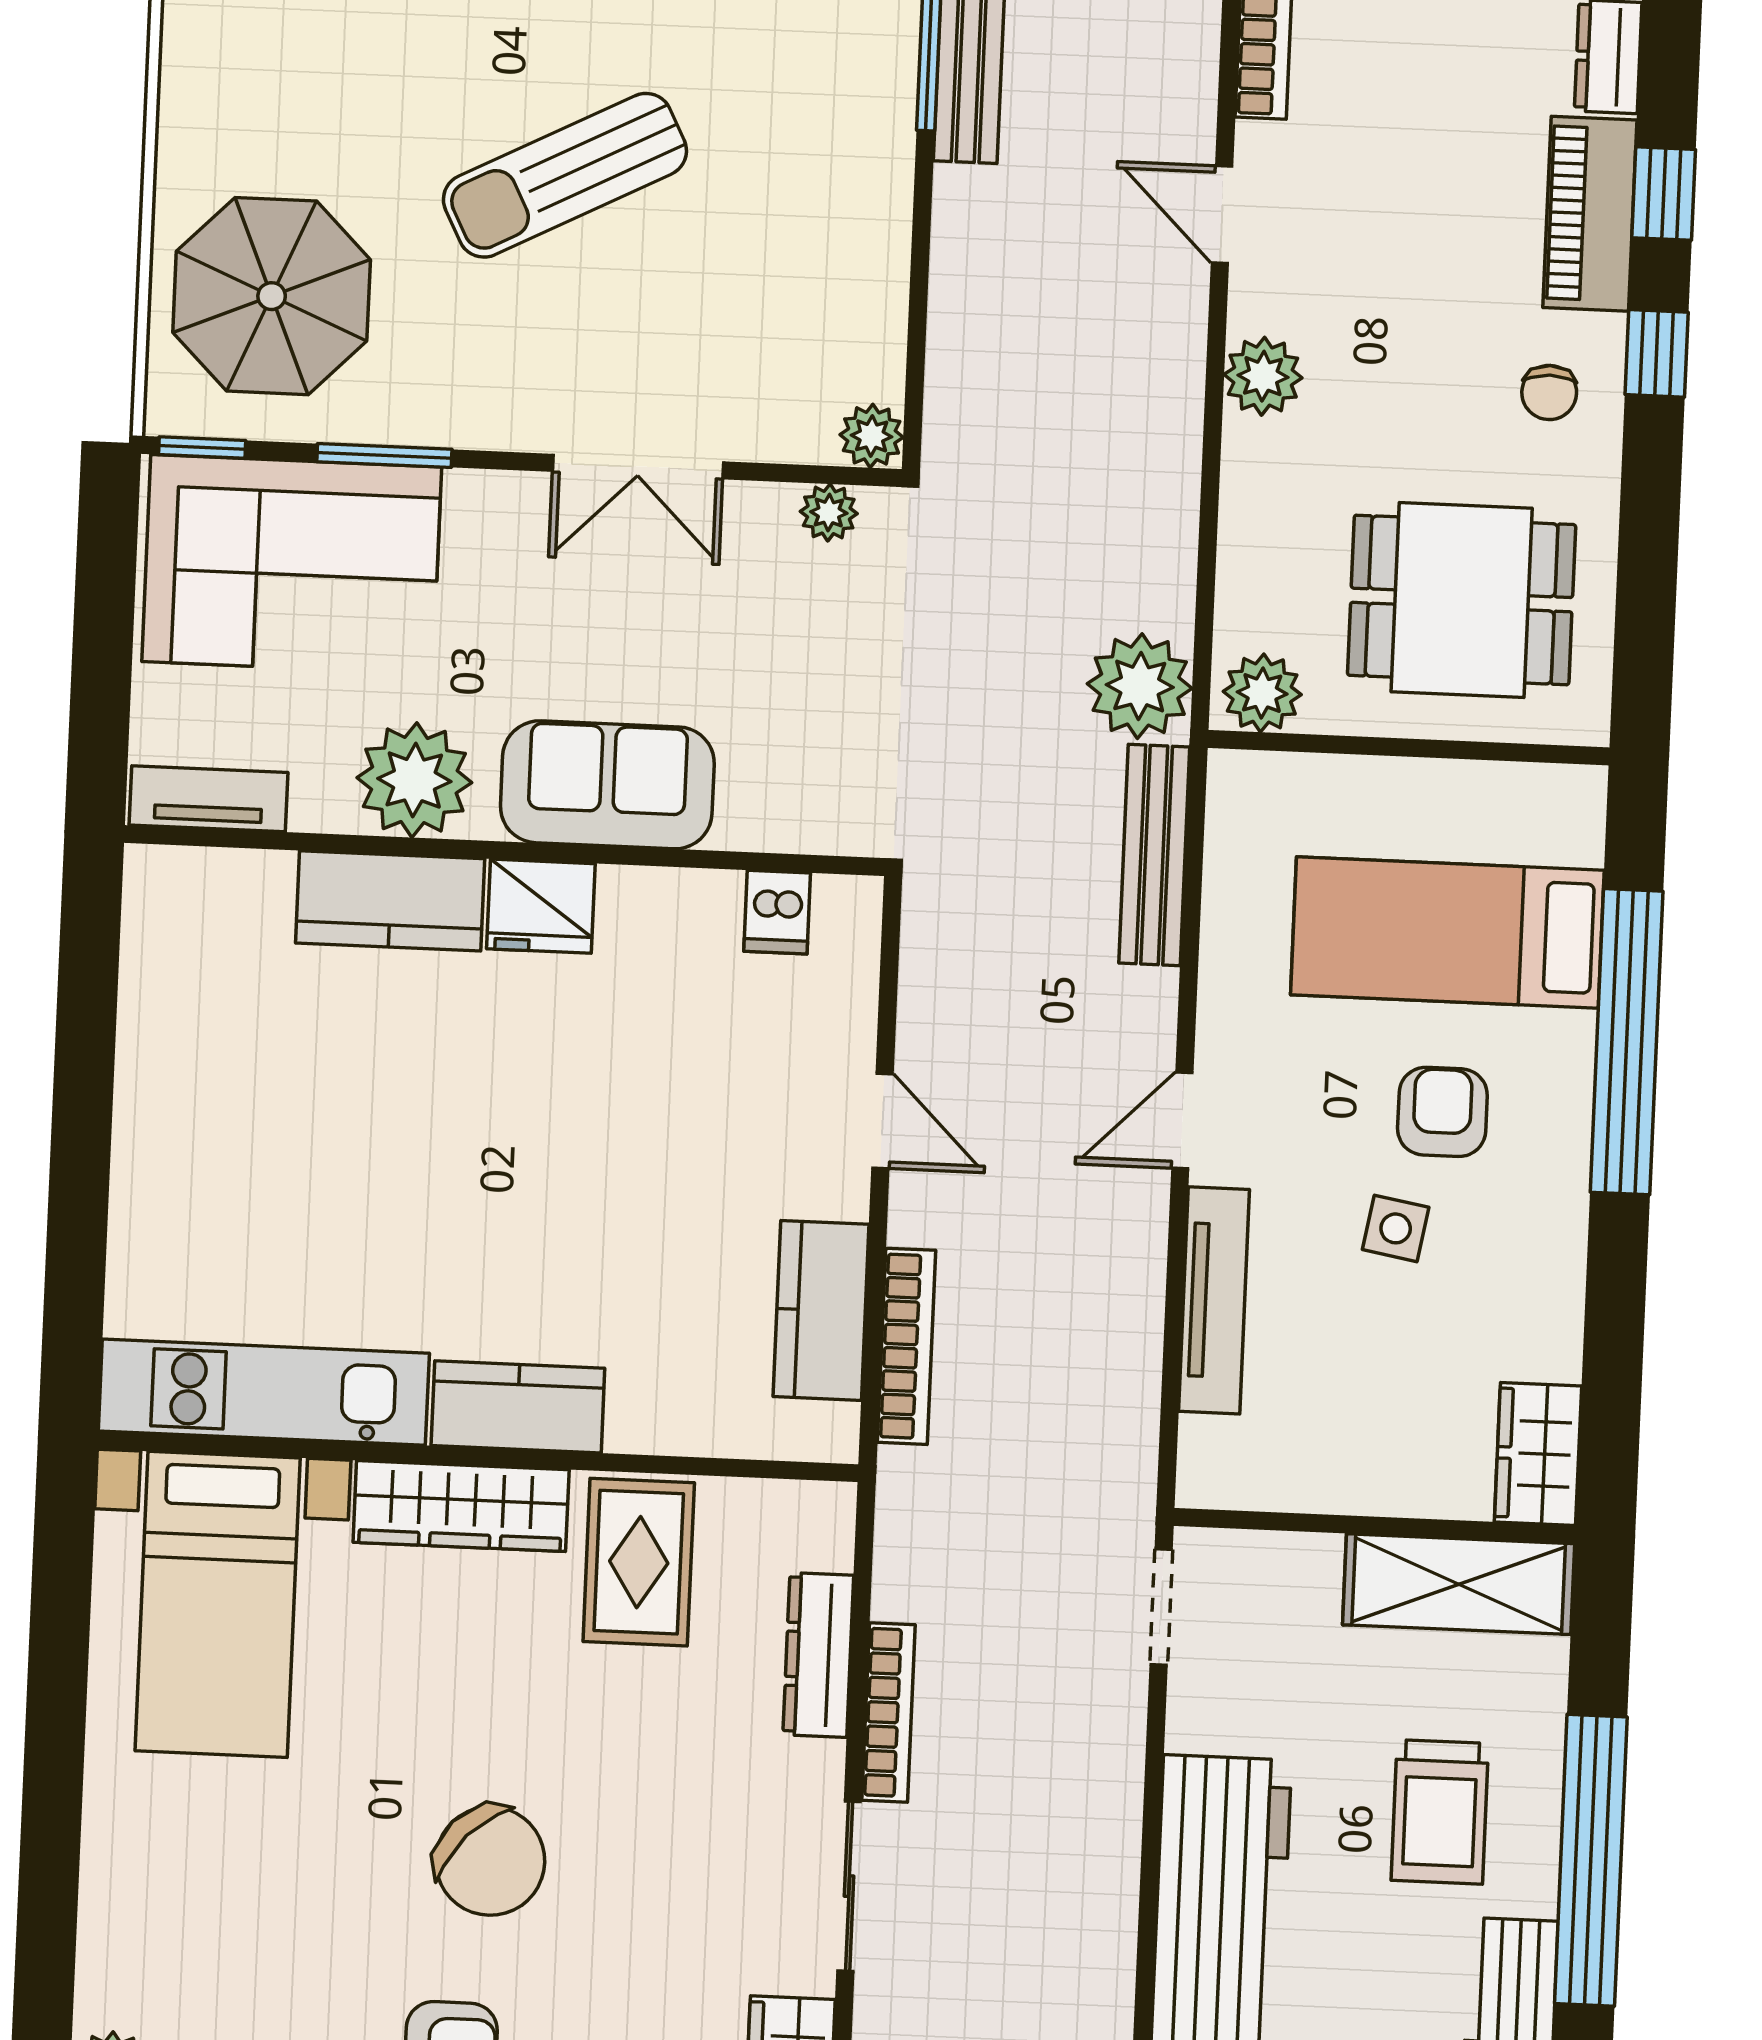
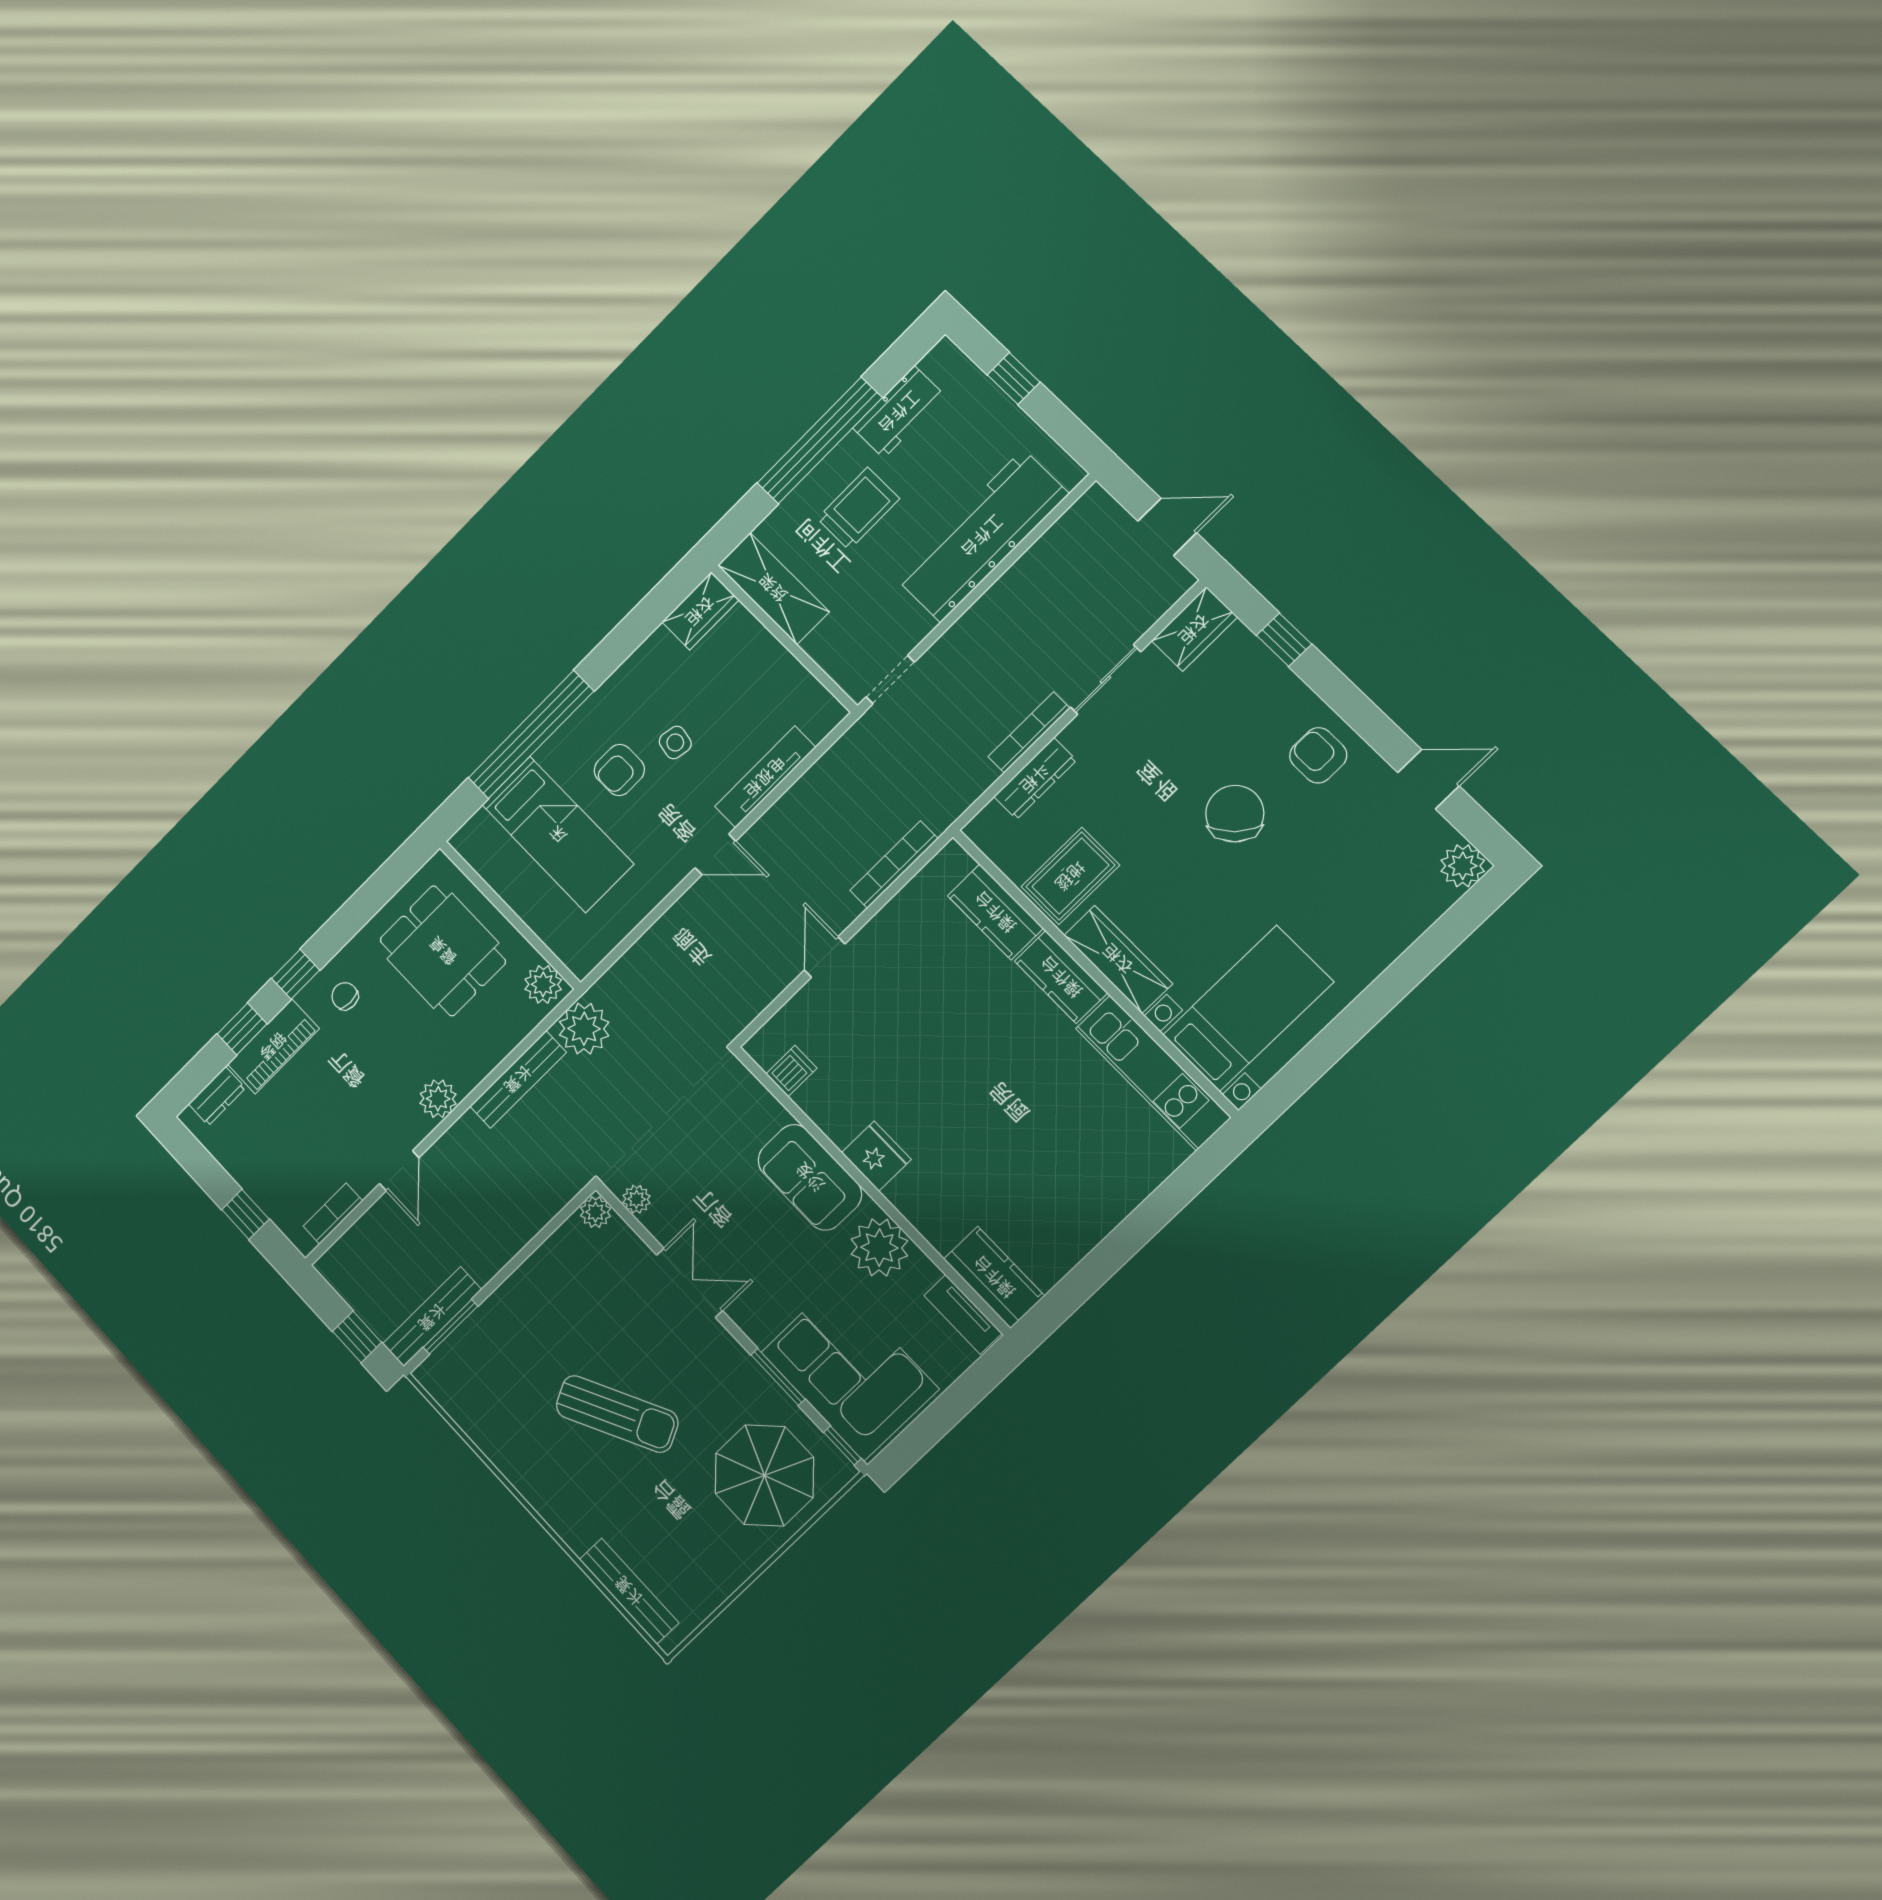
chair: (1549, 393) -> (345, 996), turned -90
bench: (1154, 855) -> (518, 1079), moved
kitchen counter: (390, 901) -> (994, 1277), moved
kitchen counter: (821, 1310) -> (995, 912), moved, turned 90

